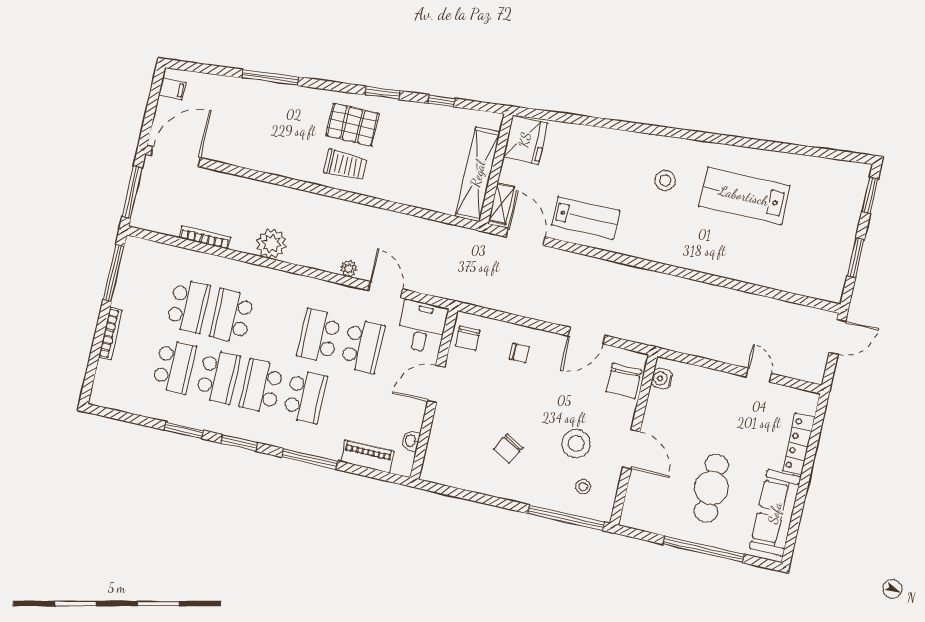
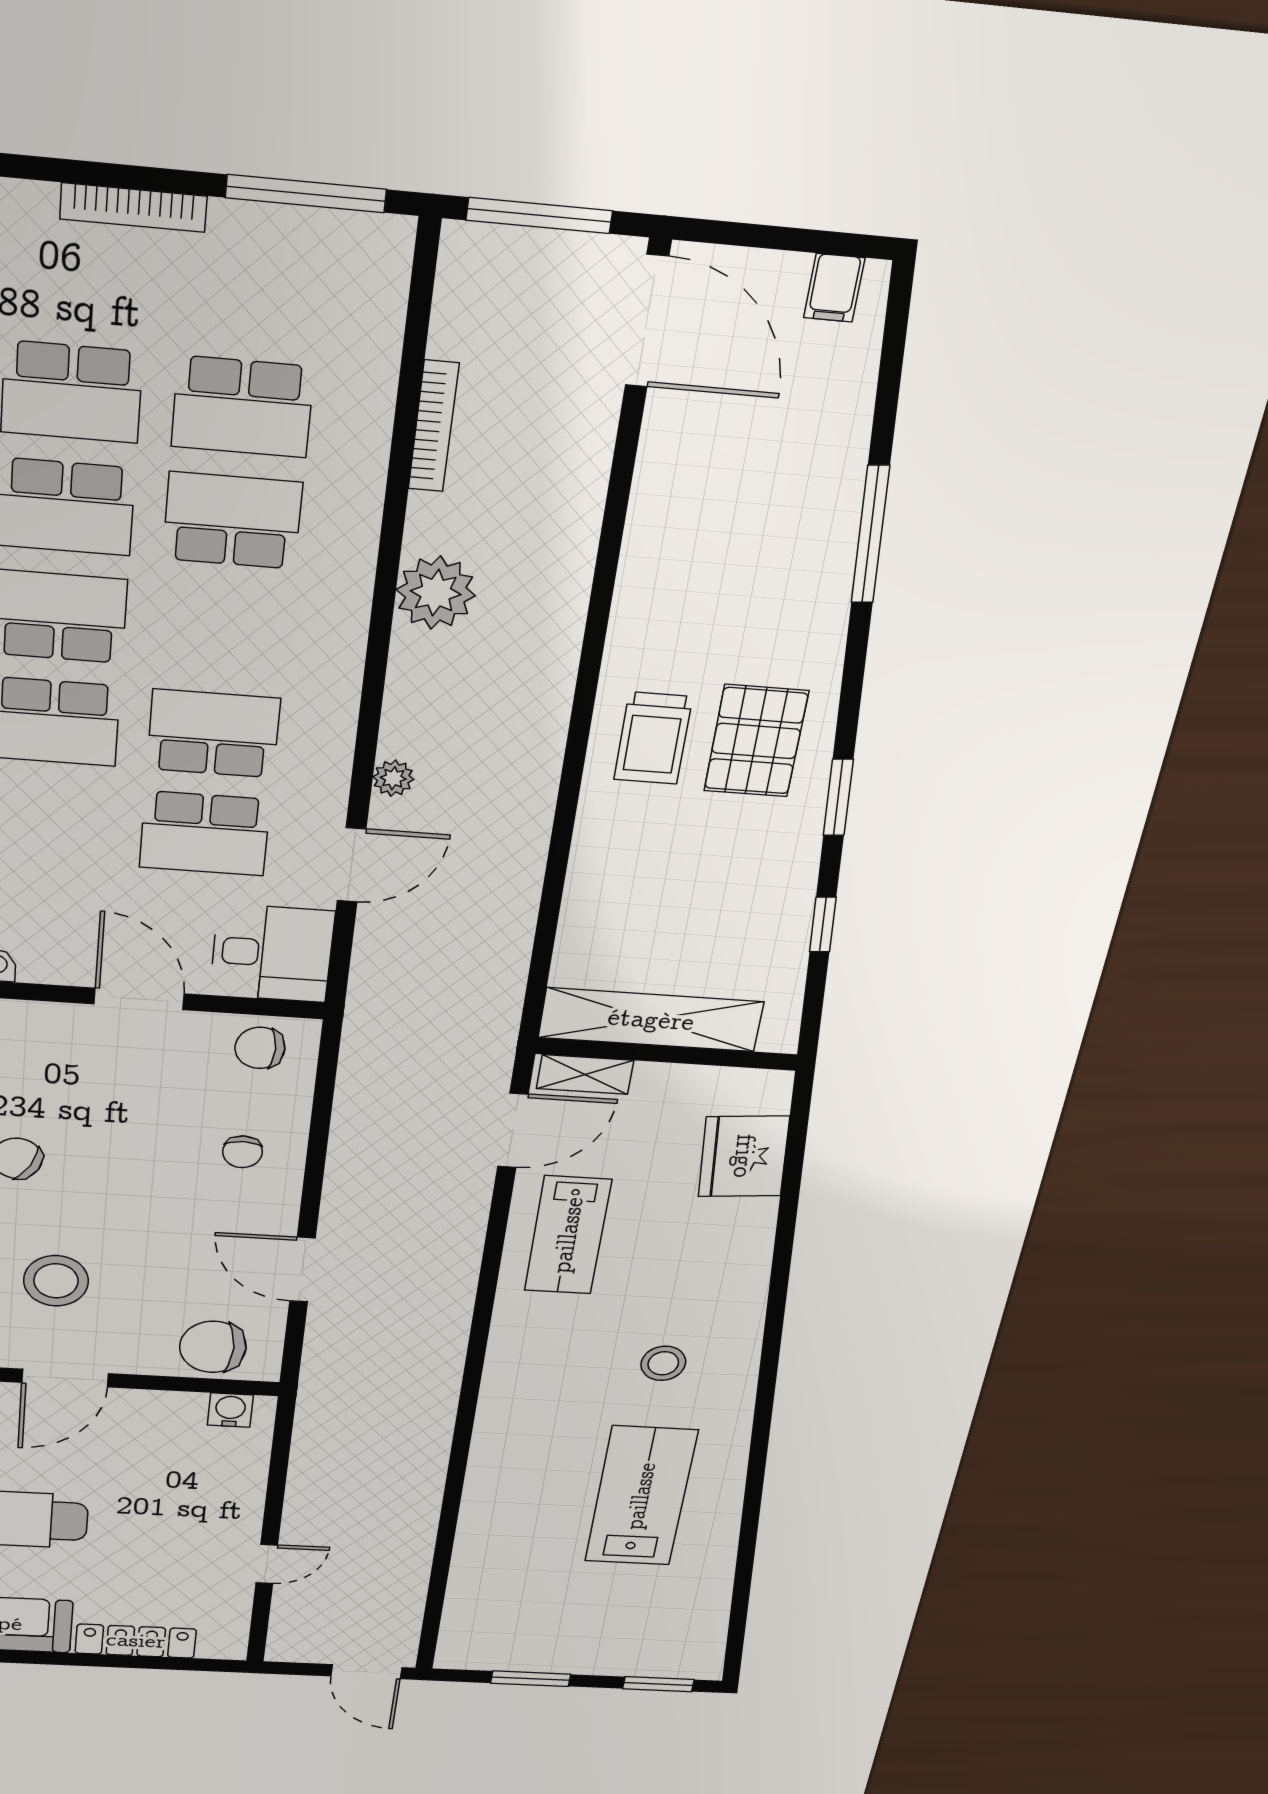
fridge: (525, 140) -> (744, 1156), moved, turned 85

